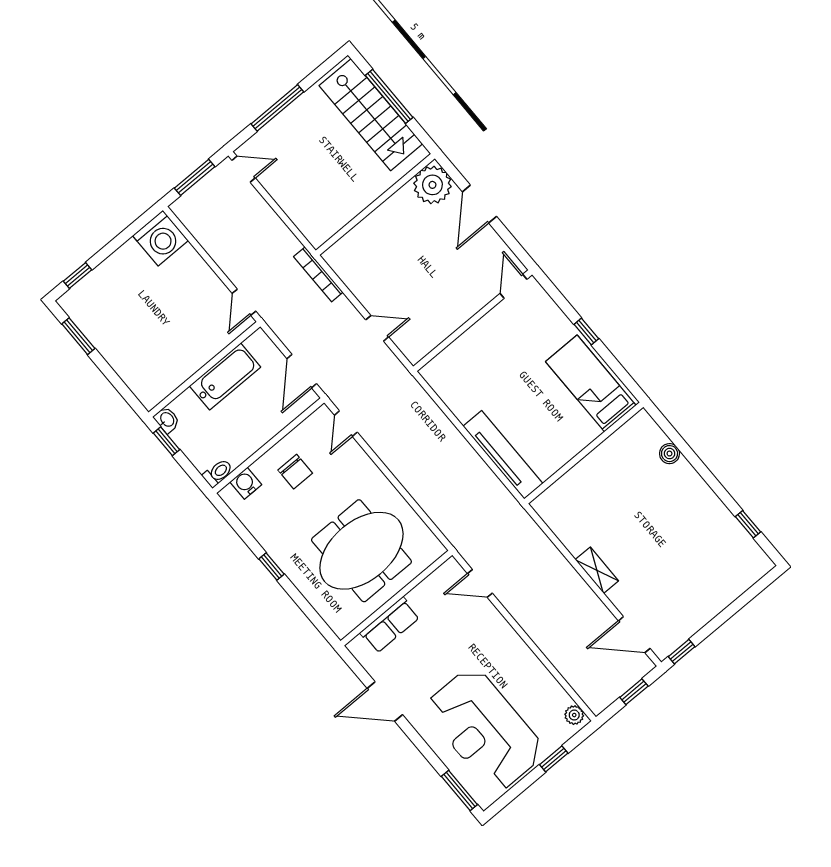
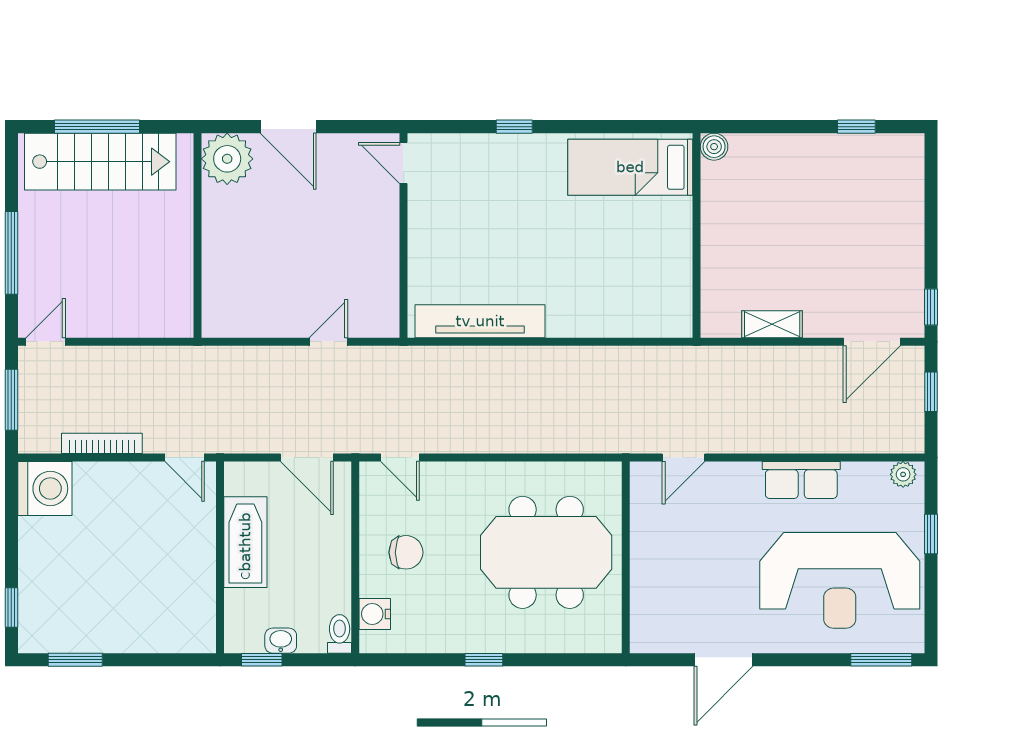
bookcase: (318, 274) -> (102, 443), moved, turned 180
bed: (591, 383) -> (630, 167), moved
washbasin: (167, 420) -> (281, 641), moved
wall: (584, 453) -> (697, 235), moved
tv unit: (503, 455) -> (480, 321), moved
meeting table: (361, 551) -> (546, 552), turned 90
row of seats: (390, 625) -> (801, 480), moved, turned 90

